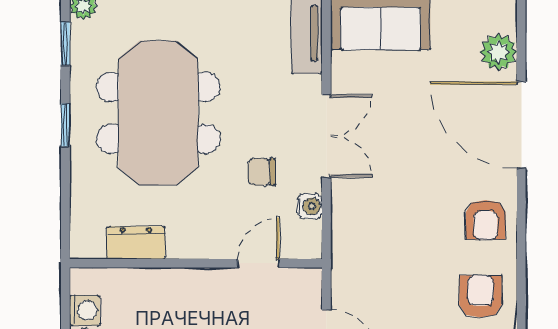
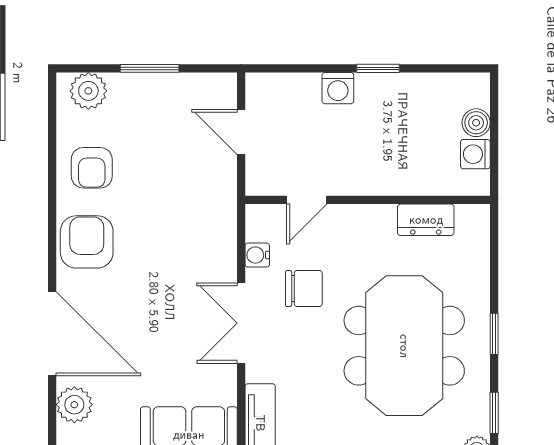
chair: (262, 172) -> (304, 288), width x1.37, depth x1.37
armchair: (486, 220) -> (87, 242), width x1.38, depth x1.38

